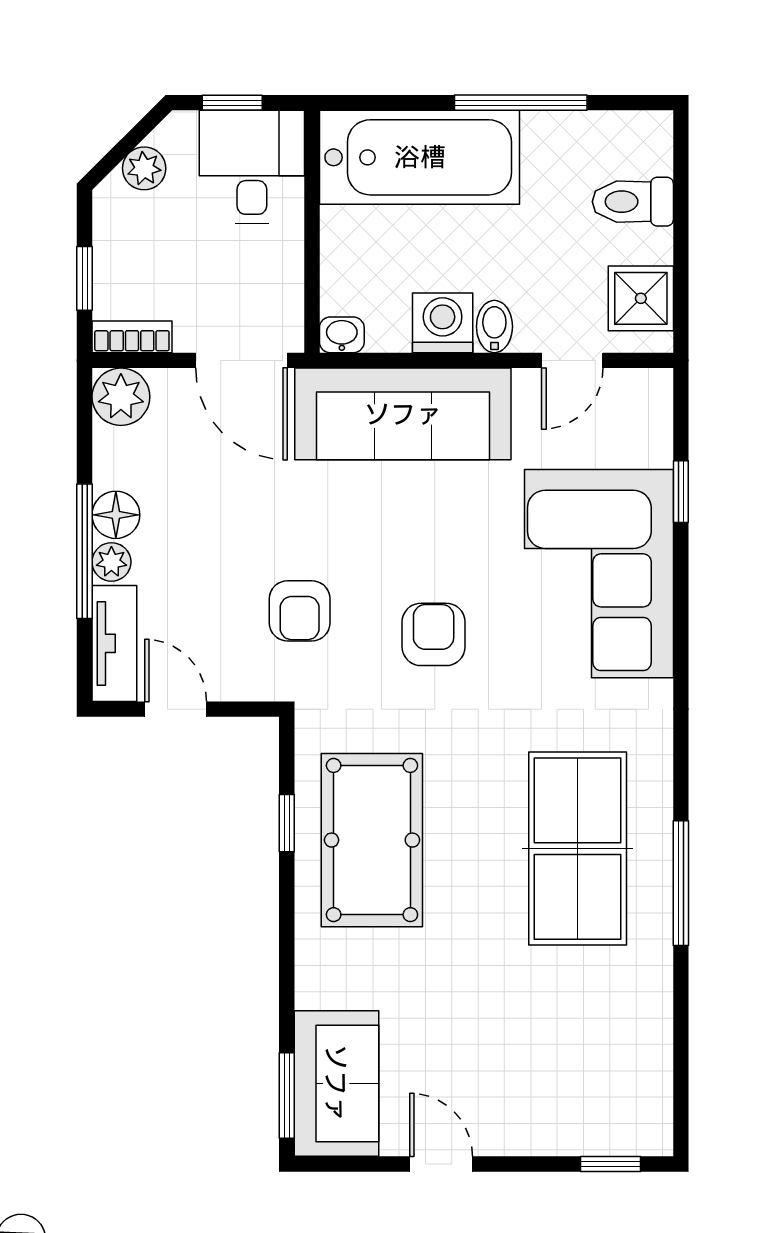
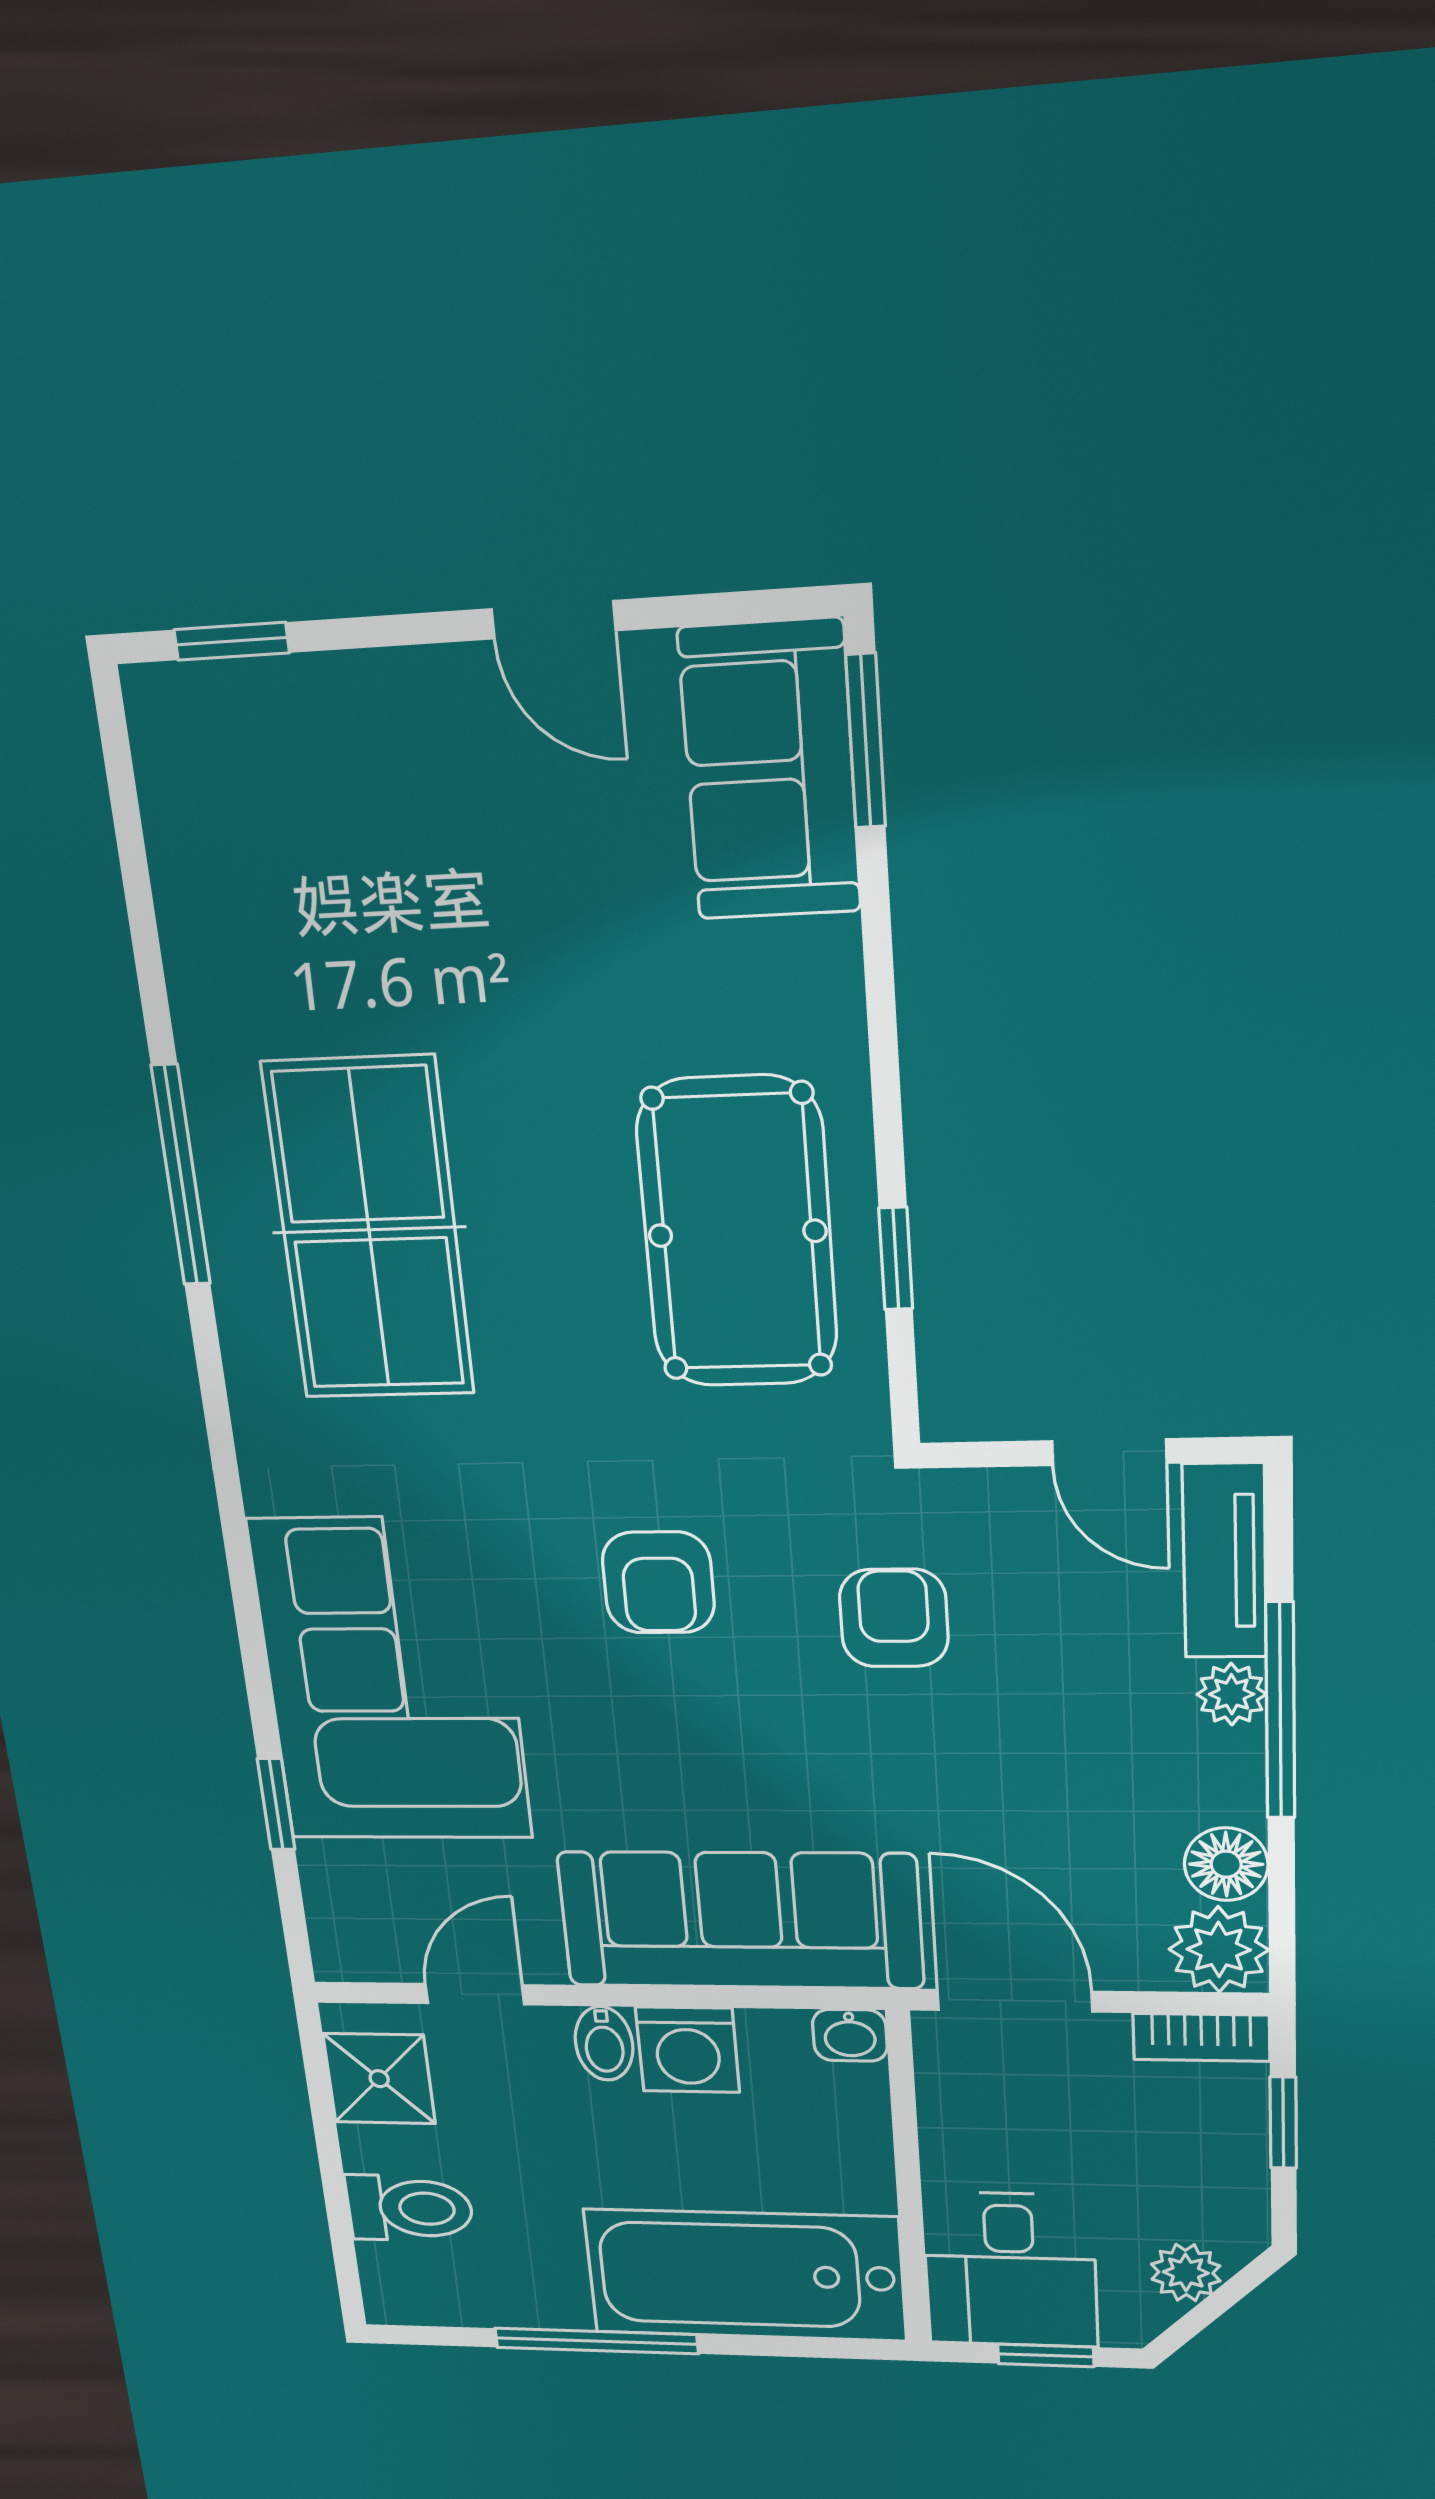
floor lamp: (116, 515) -> (1226, 1864), moved

